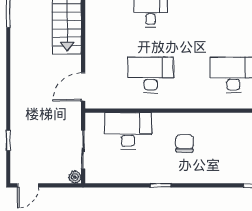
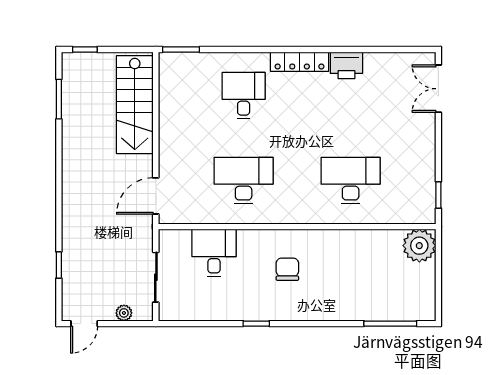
desk: (128, 131) -> (214, 253), width x0.73
plant: (75, 177) -> (124, 313), moved

